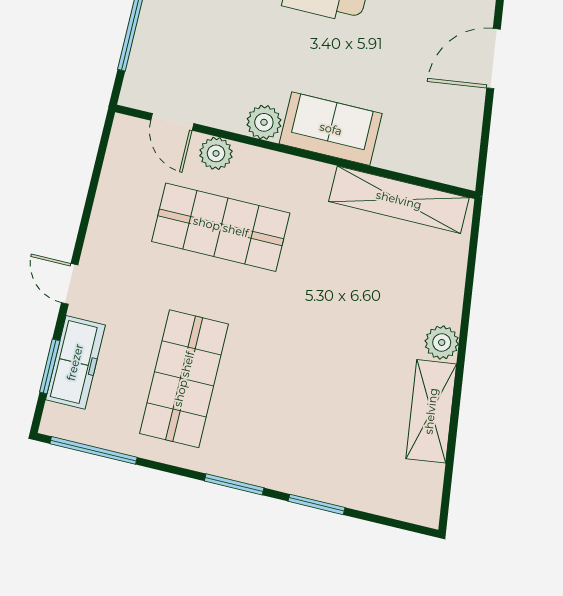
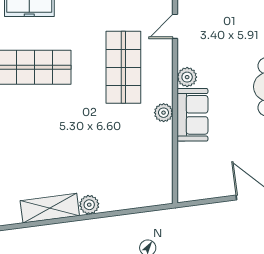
plant: (216, 153) -> (164, 113), moved
shelving: (399, 200) -> (162, 162), removed

